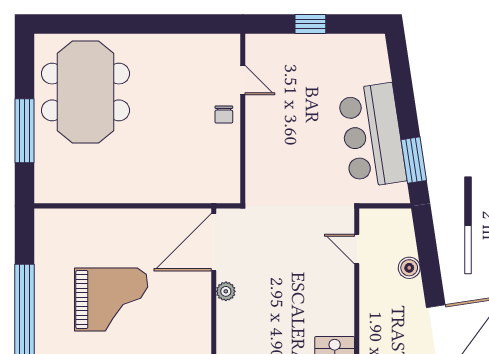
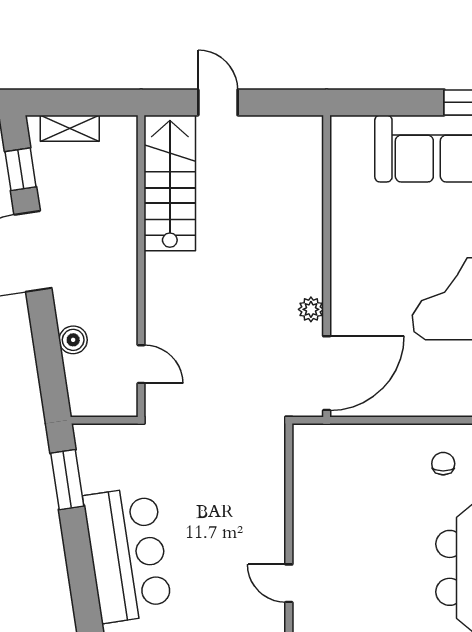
chair: (224, 115) -> (443, 464), moved
bar counter: (372, 136) -> (128, 555), moved

